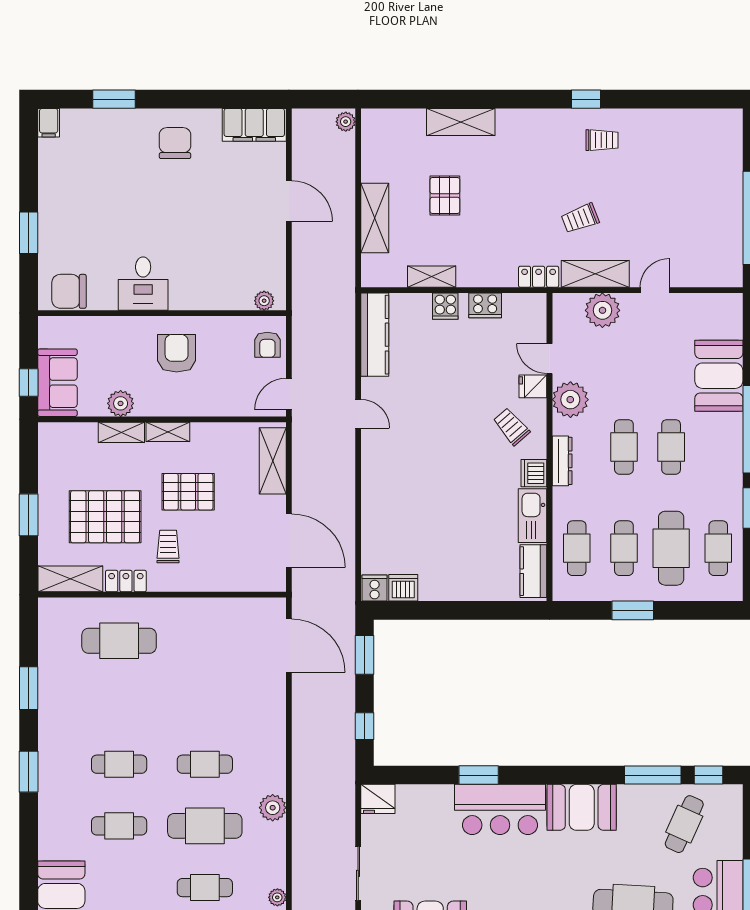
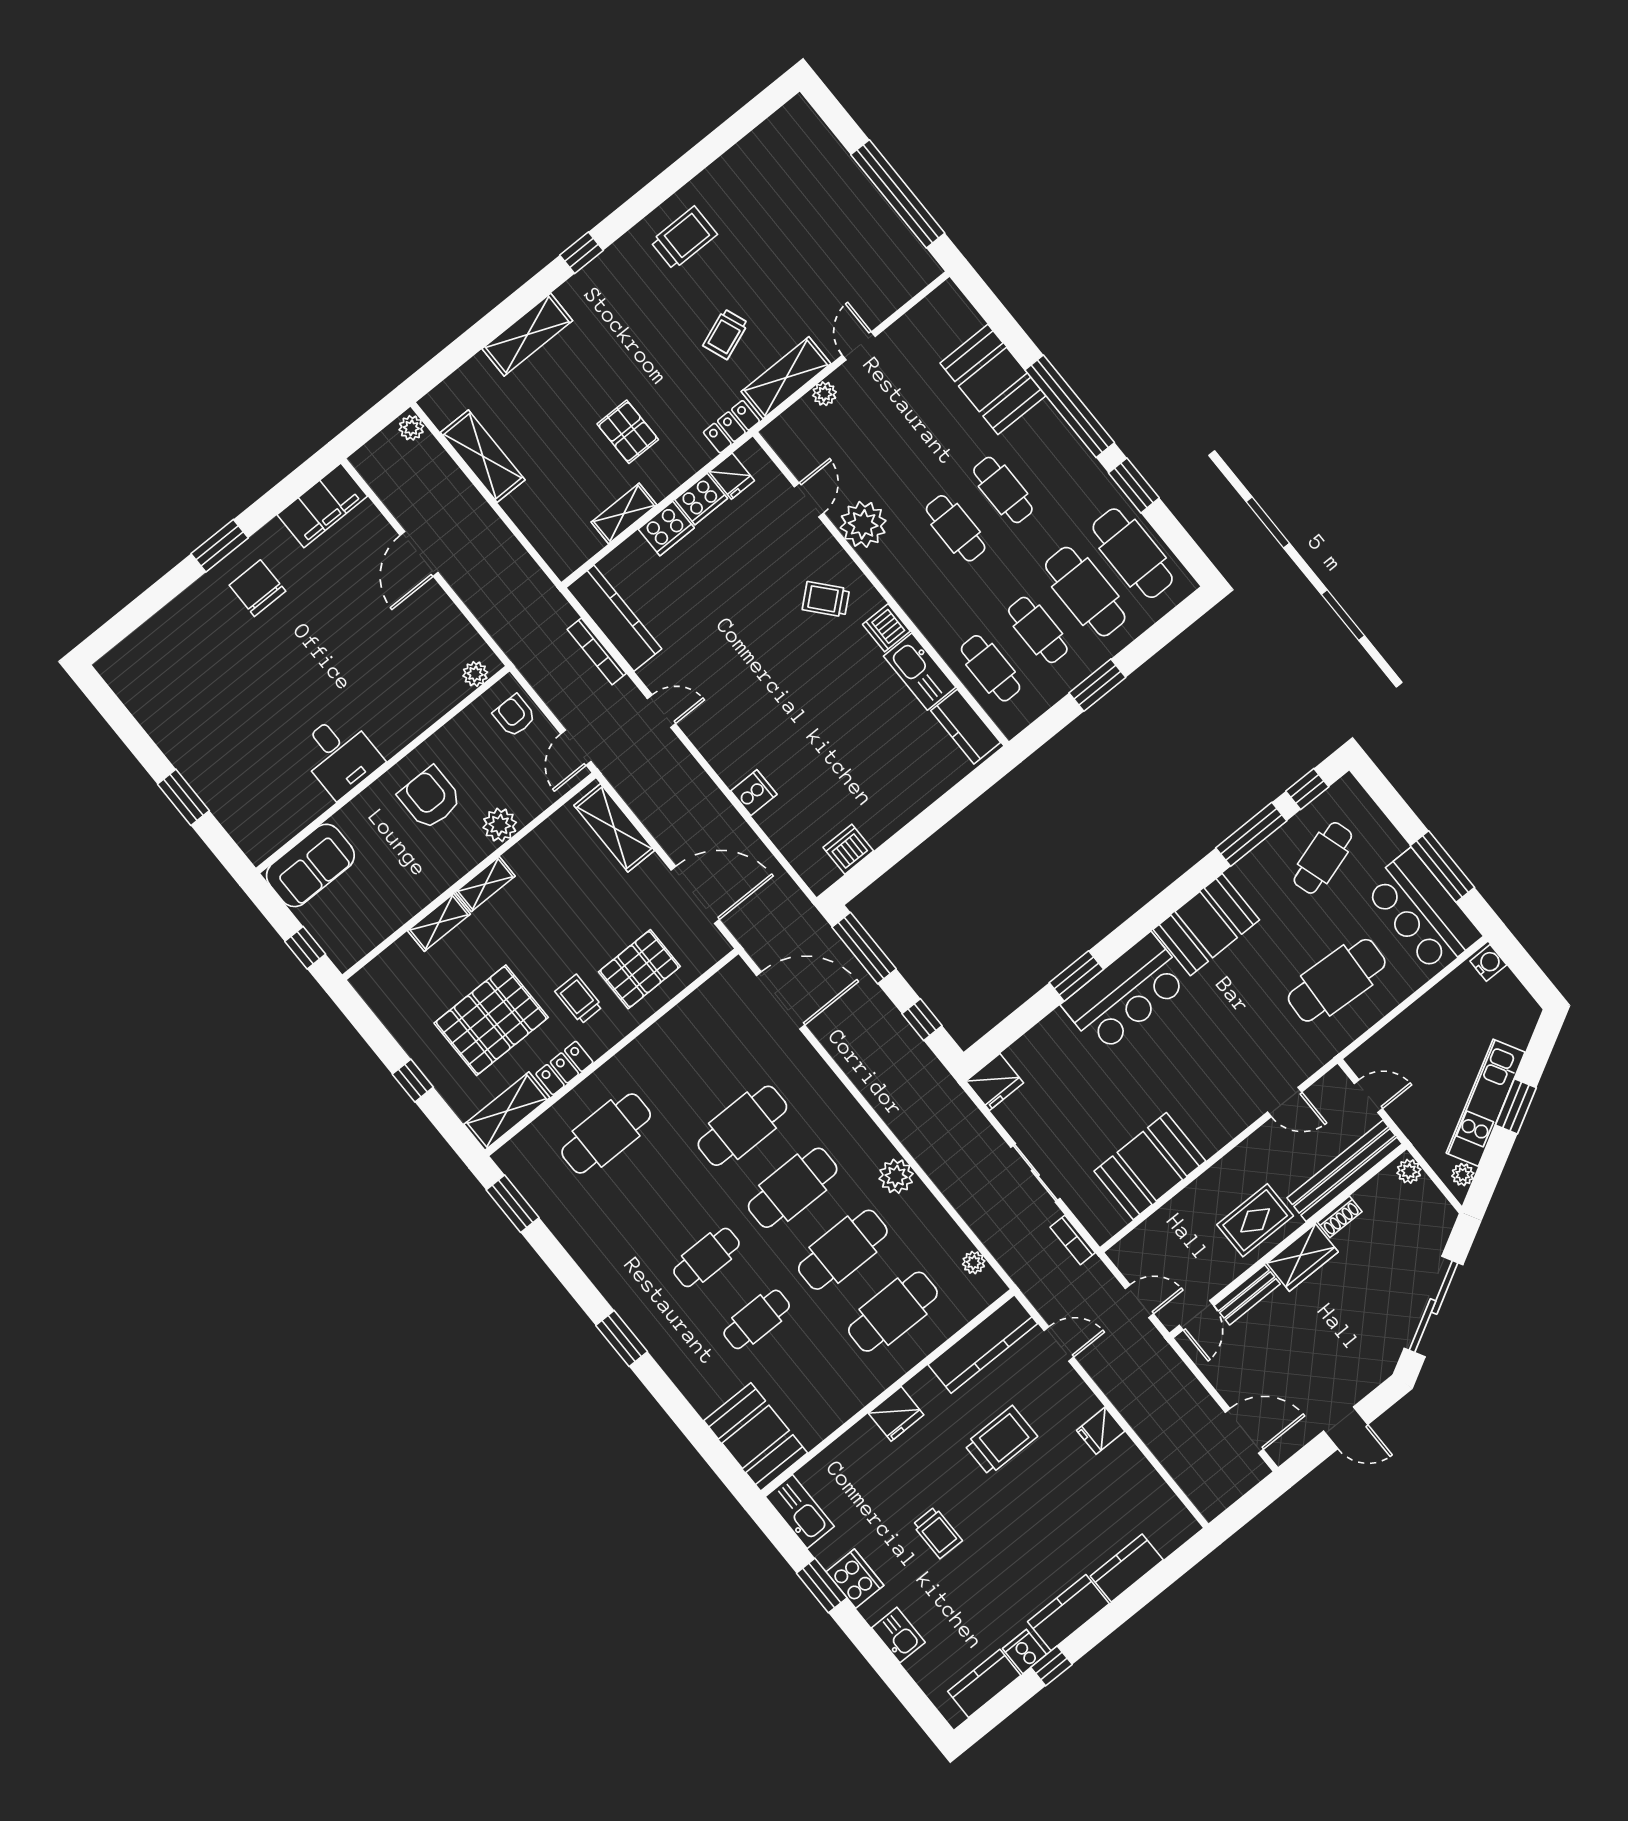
window: (114, 99) -> (220, 546), moved
window: (586, 99) -> (581, 253), moved
filing cabinet: (49, 123) -> (114, 671), removed
trolley: (602, 140) -> (684, 238), width x1.36, depth x1.39
pallet: (445, 195) -> (628, 432), moved
door: (289, 201) -> (419, 554), swing flipped
shelving: (375, 218) -> (483, 456), moved
chair: (69, 291) -> (272, 823), removed
cooker: (445, 306) -> (666, 528), width x1.36
plant: (602, 310) -> (824, 394), width x0.53, depth x0.53
armchair: (267, 345) -> (514, 716), turned 180
bookcase: (348, 346) -> (597, 651), added
door: (549, 359) -> (809, 500), swing flipped
sofa: (57, 383) -> (310, 865), moved, turned 90
fridge: (533, 386) -> (732, 476), moved, turned -90
plant: (121, 403) -> (500, 825), moved
dresser: (562, 461) -> (905, 593), removed
pallet: (188, 492) -> (639, 969), moved
window: (29, 515) -> (413, 1081), width x0.67
cafe table: (718, 548) -> (1133, 553), width x1.37, depth x1.35
cooker: (375, 588) -> (754, 793), moved, turned 90
window: (364, 655) -> (864, 948), width x1.44
window: (29, 688) -> (513, 1204), moved
cafe table: (205, 702) -> (742, 1126), added
cafe table: (205, 764) -> (793, 1188), width x1.37, depth x1.35
cafe table: (684, 824) -> (1323, 858), turned 49
cafe table: (205, 888) -> (893, 1312), width x1.37, depth x1.35

